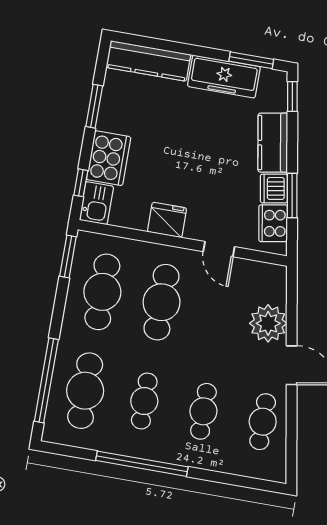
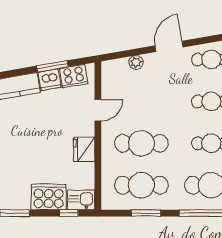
window: (68, 256) -> (146, 213), moved
plant: (268, 323) -> (136, 62), width x0.53, depth x0.53

